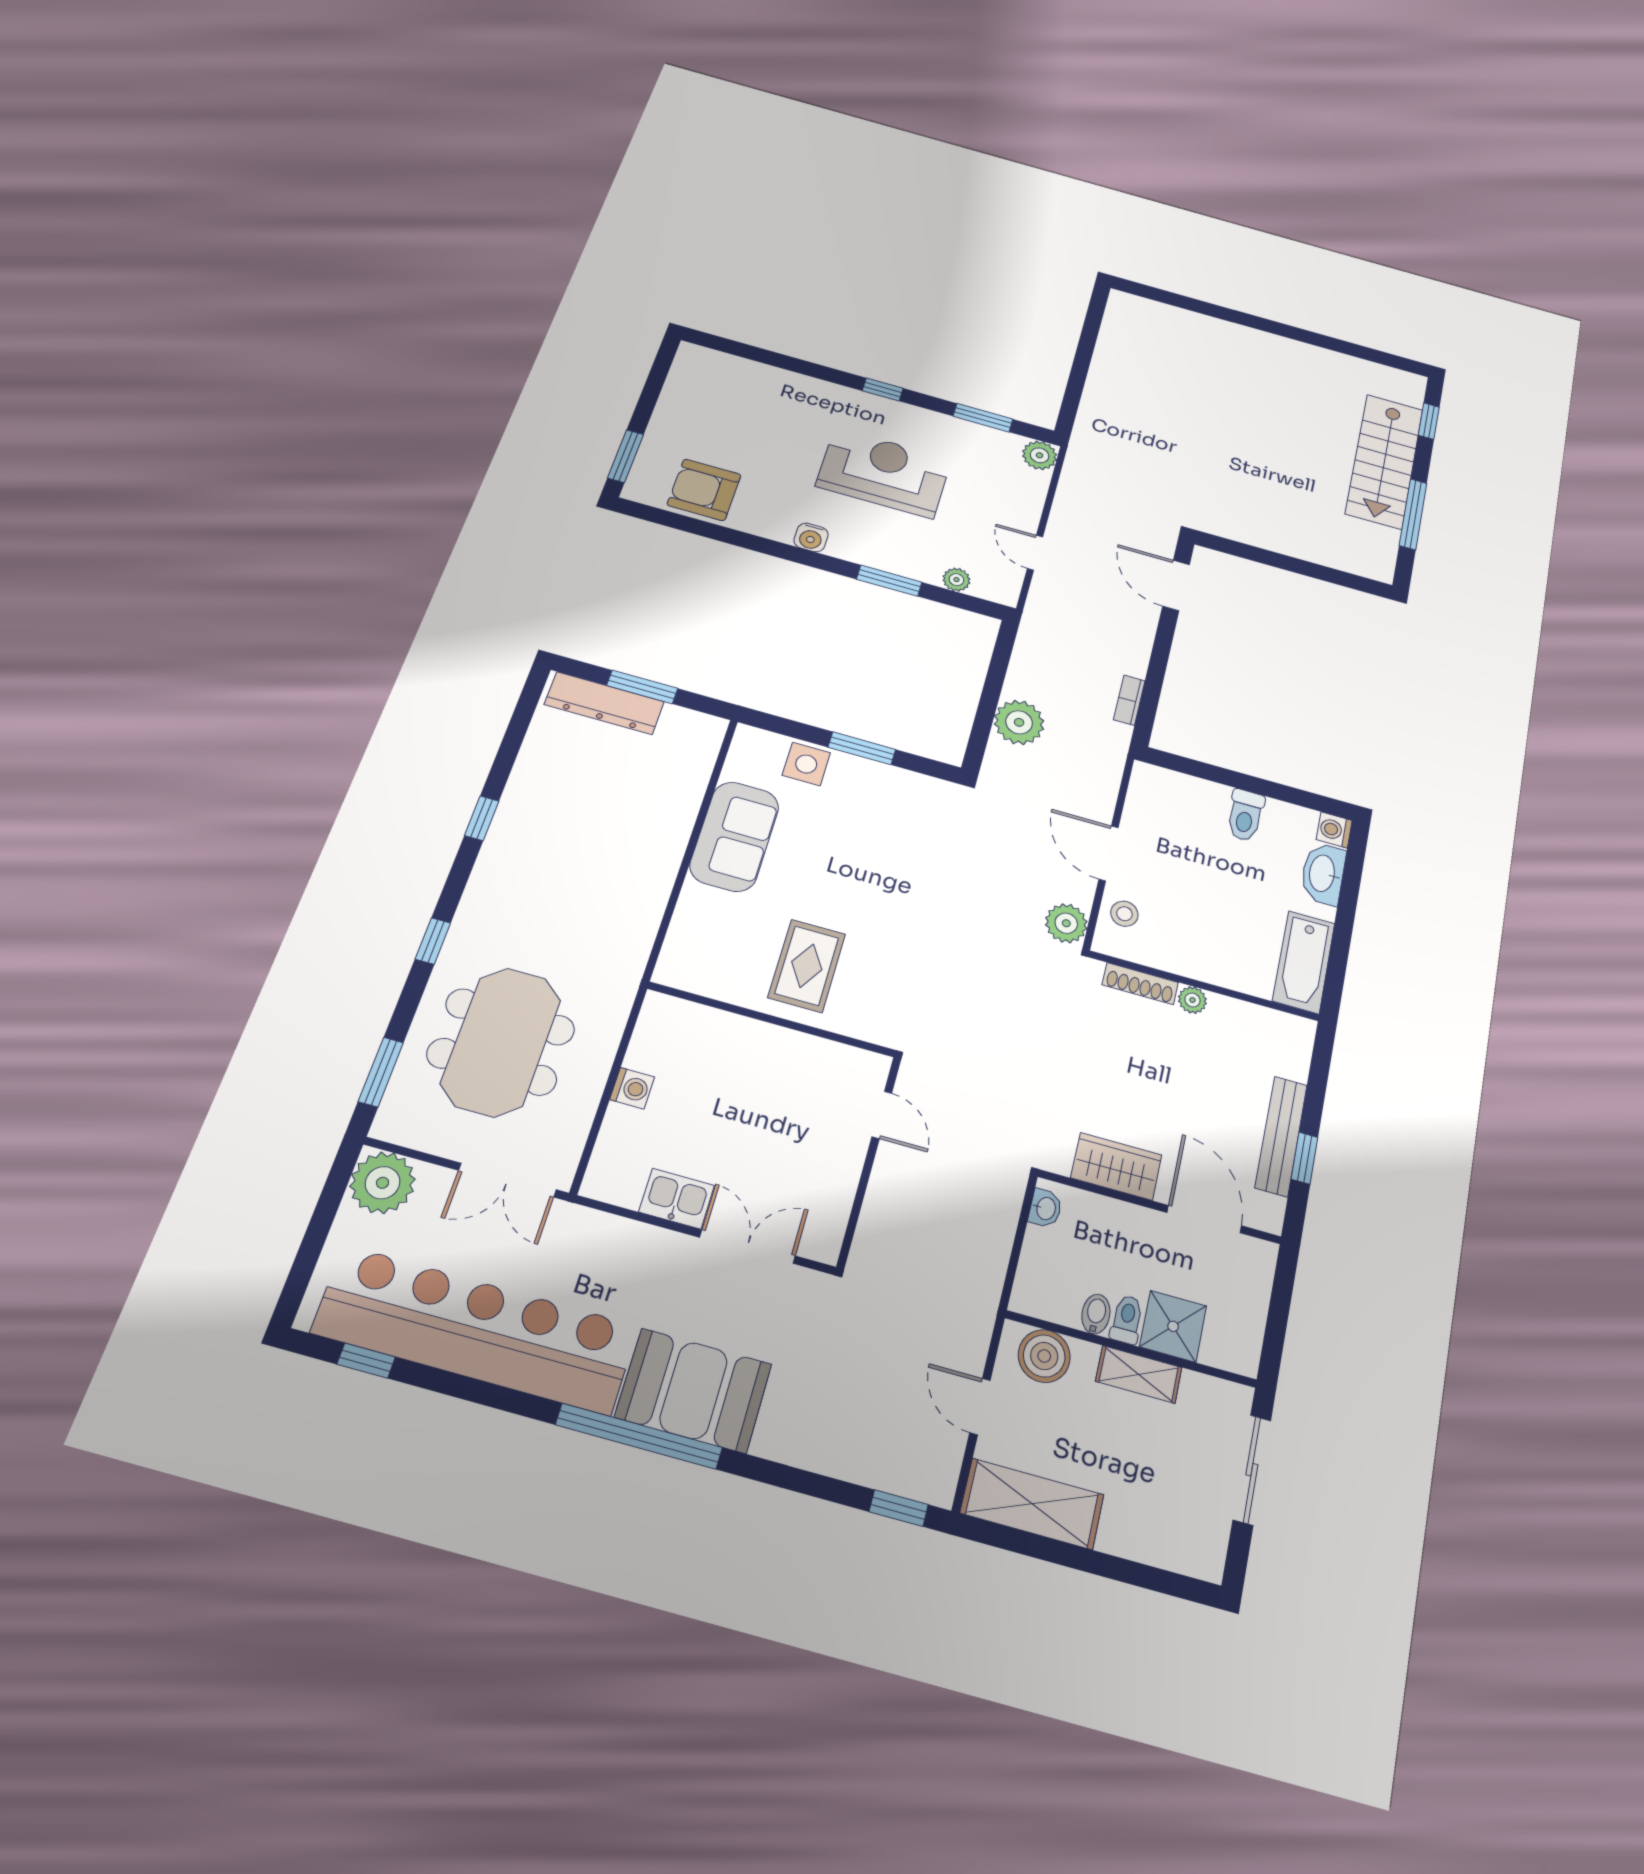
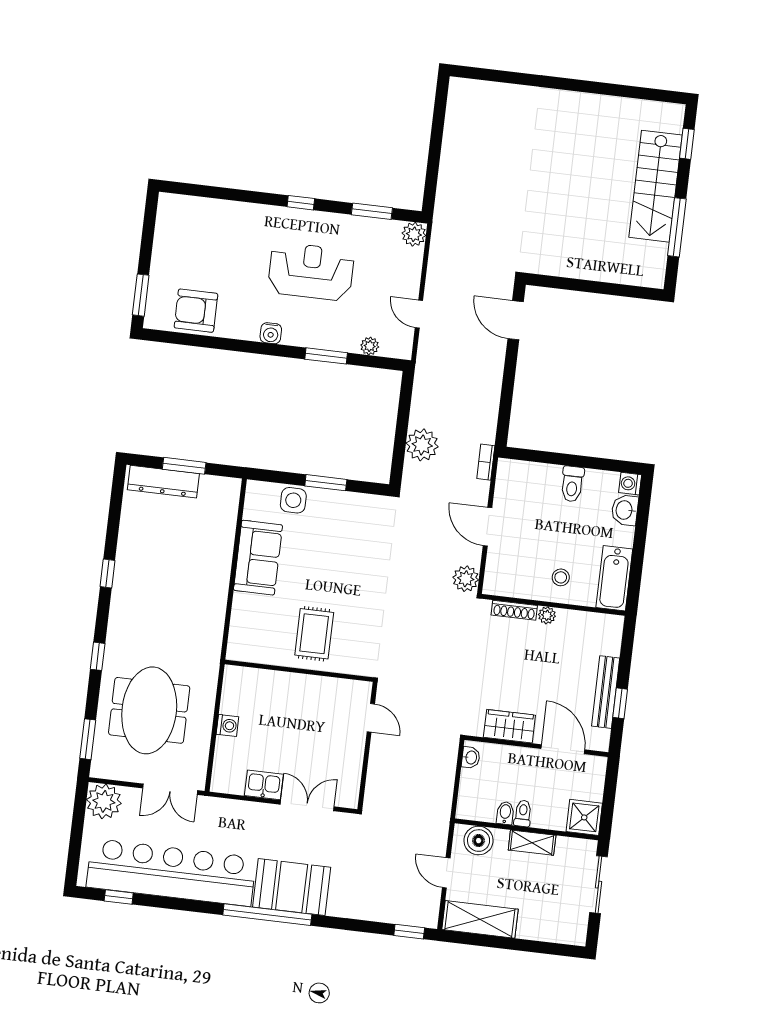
bookcase: (1129, 700) -> (486, 462), moved
washbasin: (1323, 874) -> (625, 510), width x0.72
stool: (1124, 914) -> (561, 577), moved
shower: (1173, 1326) -> (584, 817), moved

